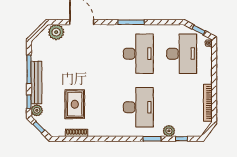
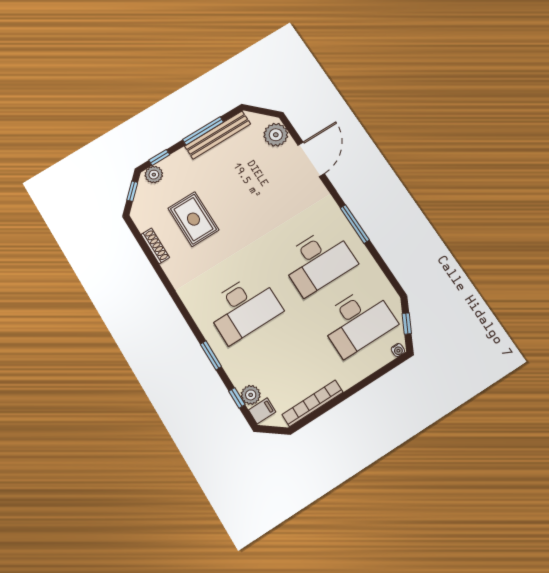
bench: (36, 82) -> (218, 135), moved
rug: (75, 104) -> (193, 219), turned 90
filing cabinet: (196, 130) -> (262, 411), added
plant: (169, 131) -> (251, 395), moved

